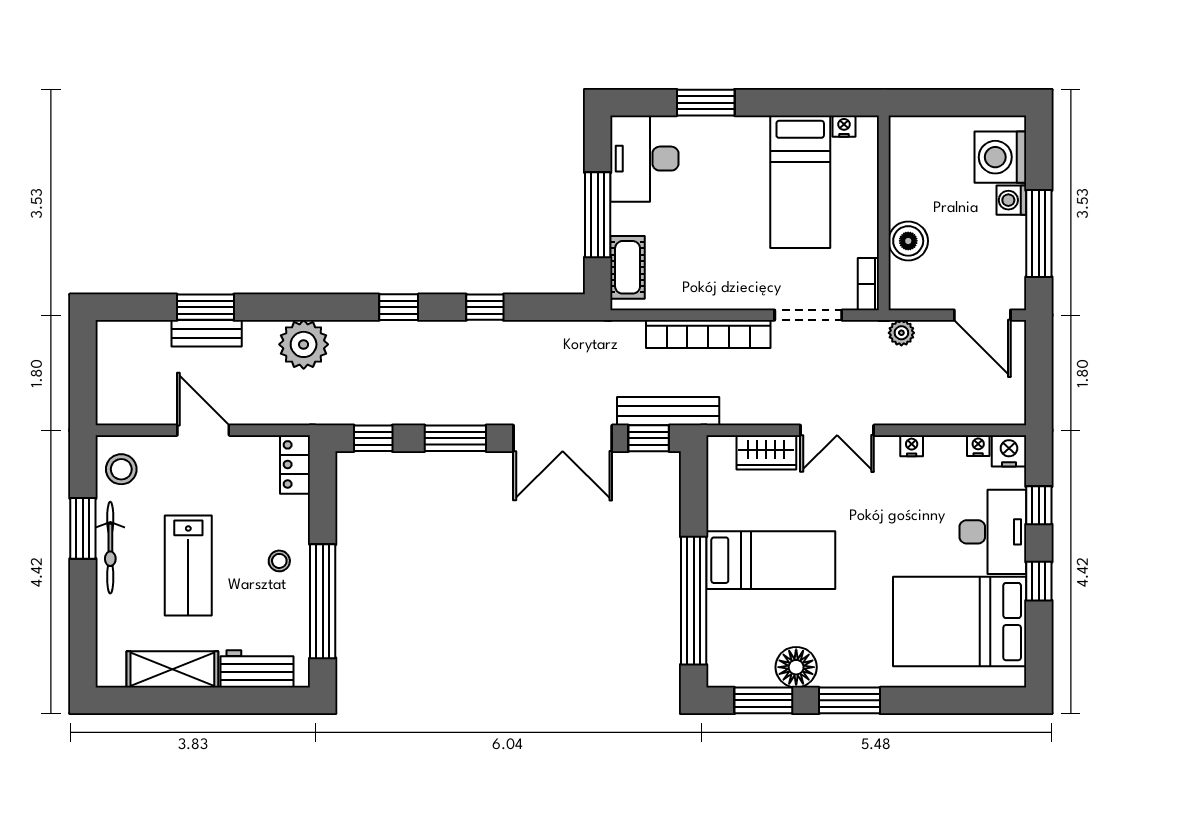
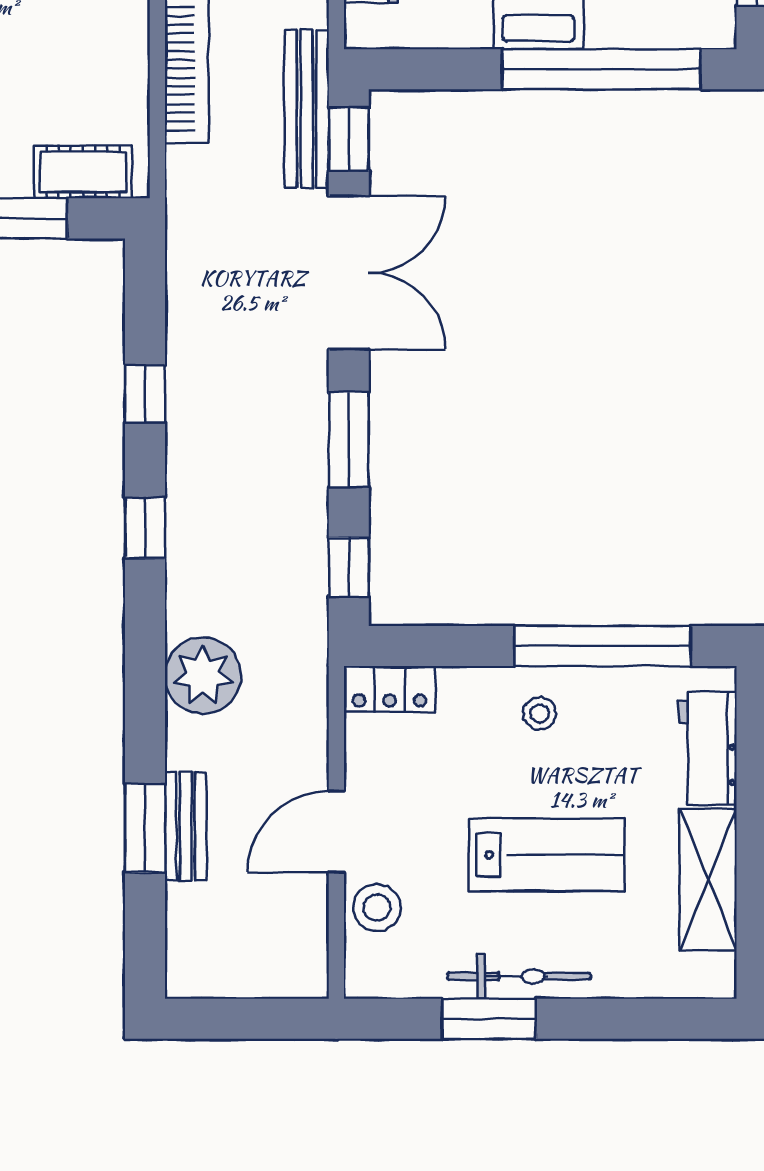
stool: (121, 469) -> (377, 908), moved

